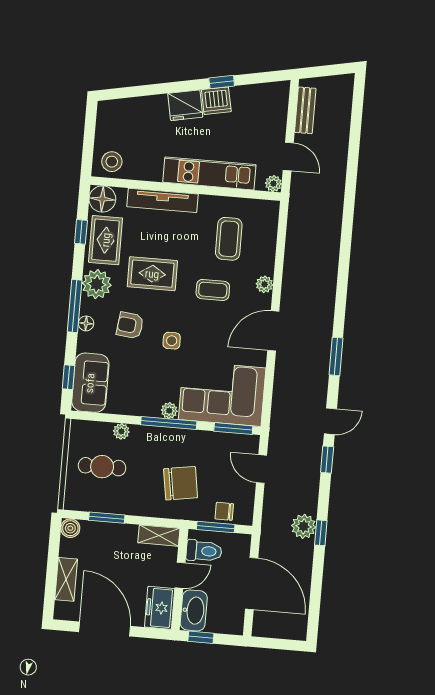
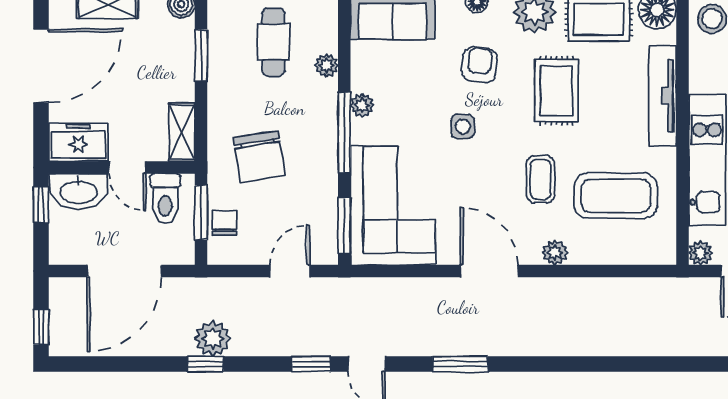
coffee table: (229, 239) -> (616, 196), width x1.36, depth x1.32
plant: (169, 411) -> (362, 105), moved
window: (285, 645) -> (41, 327), added

